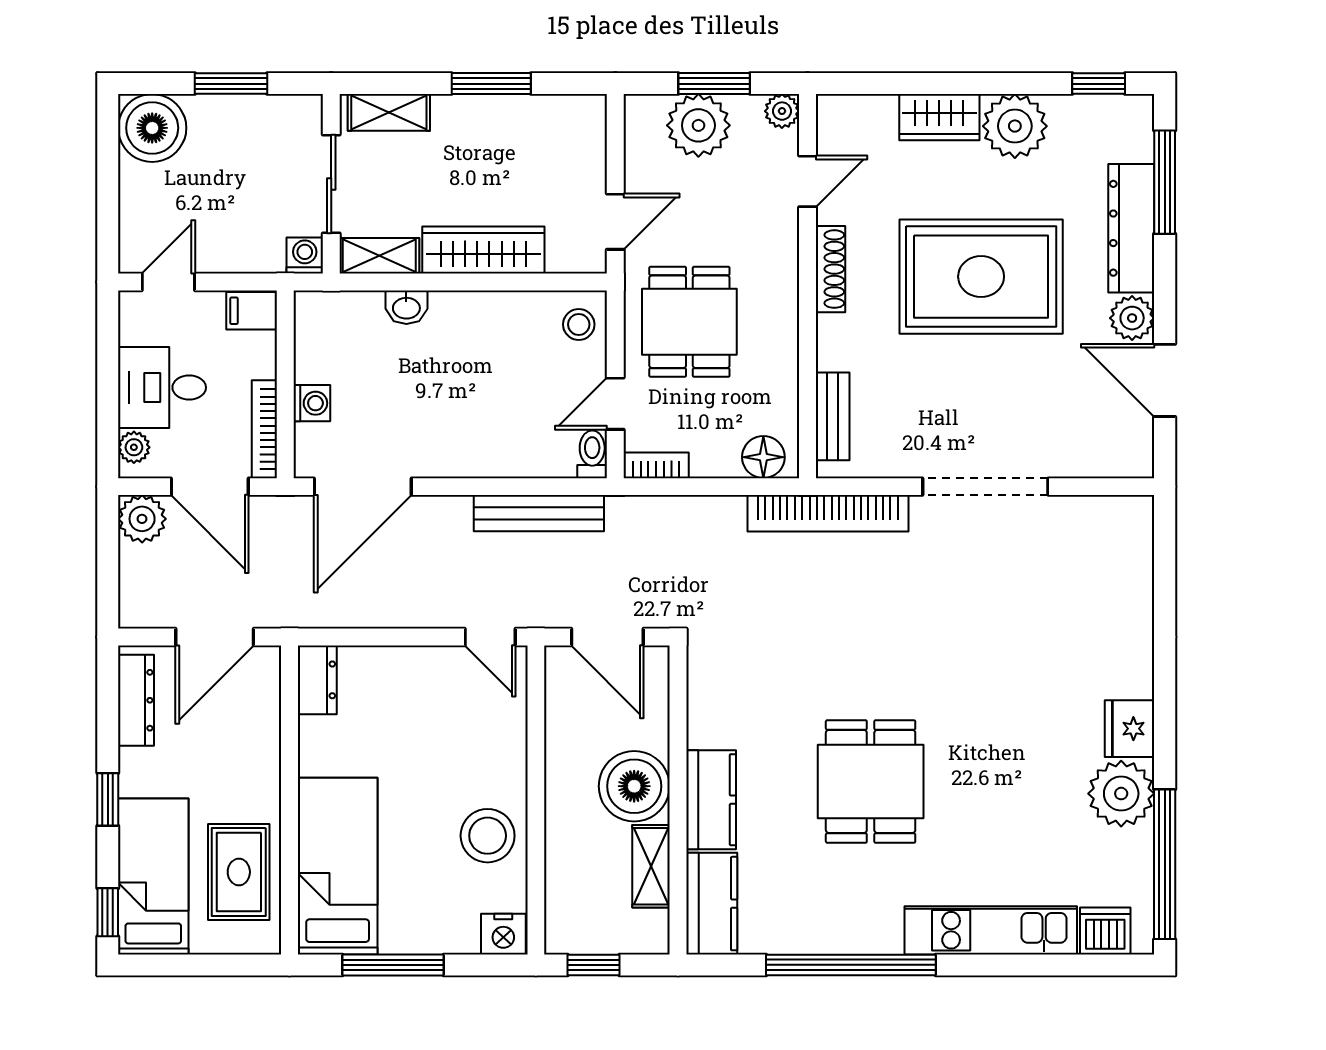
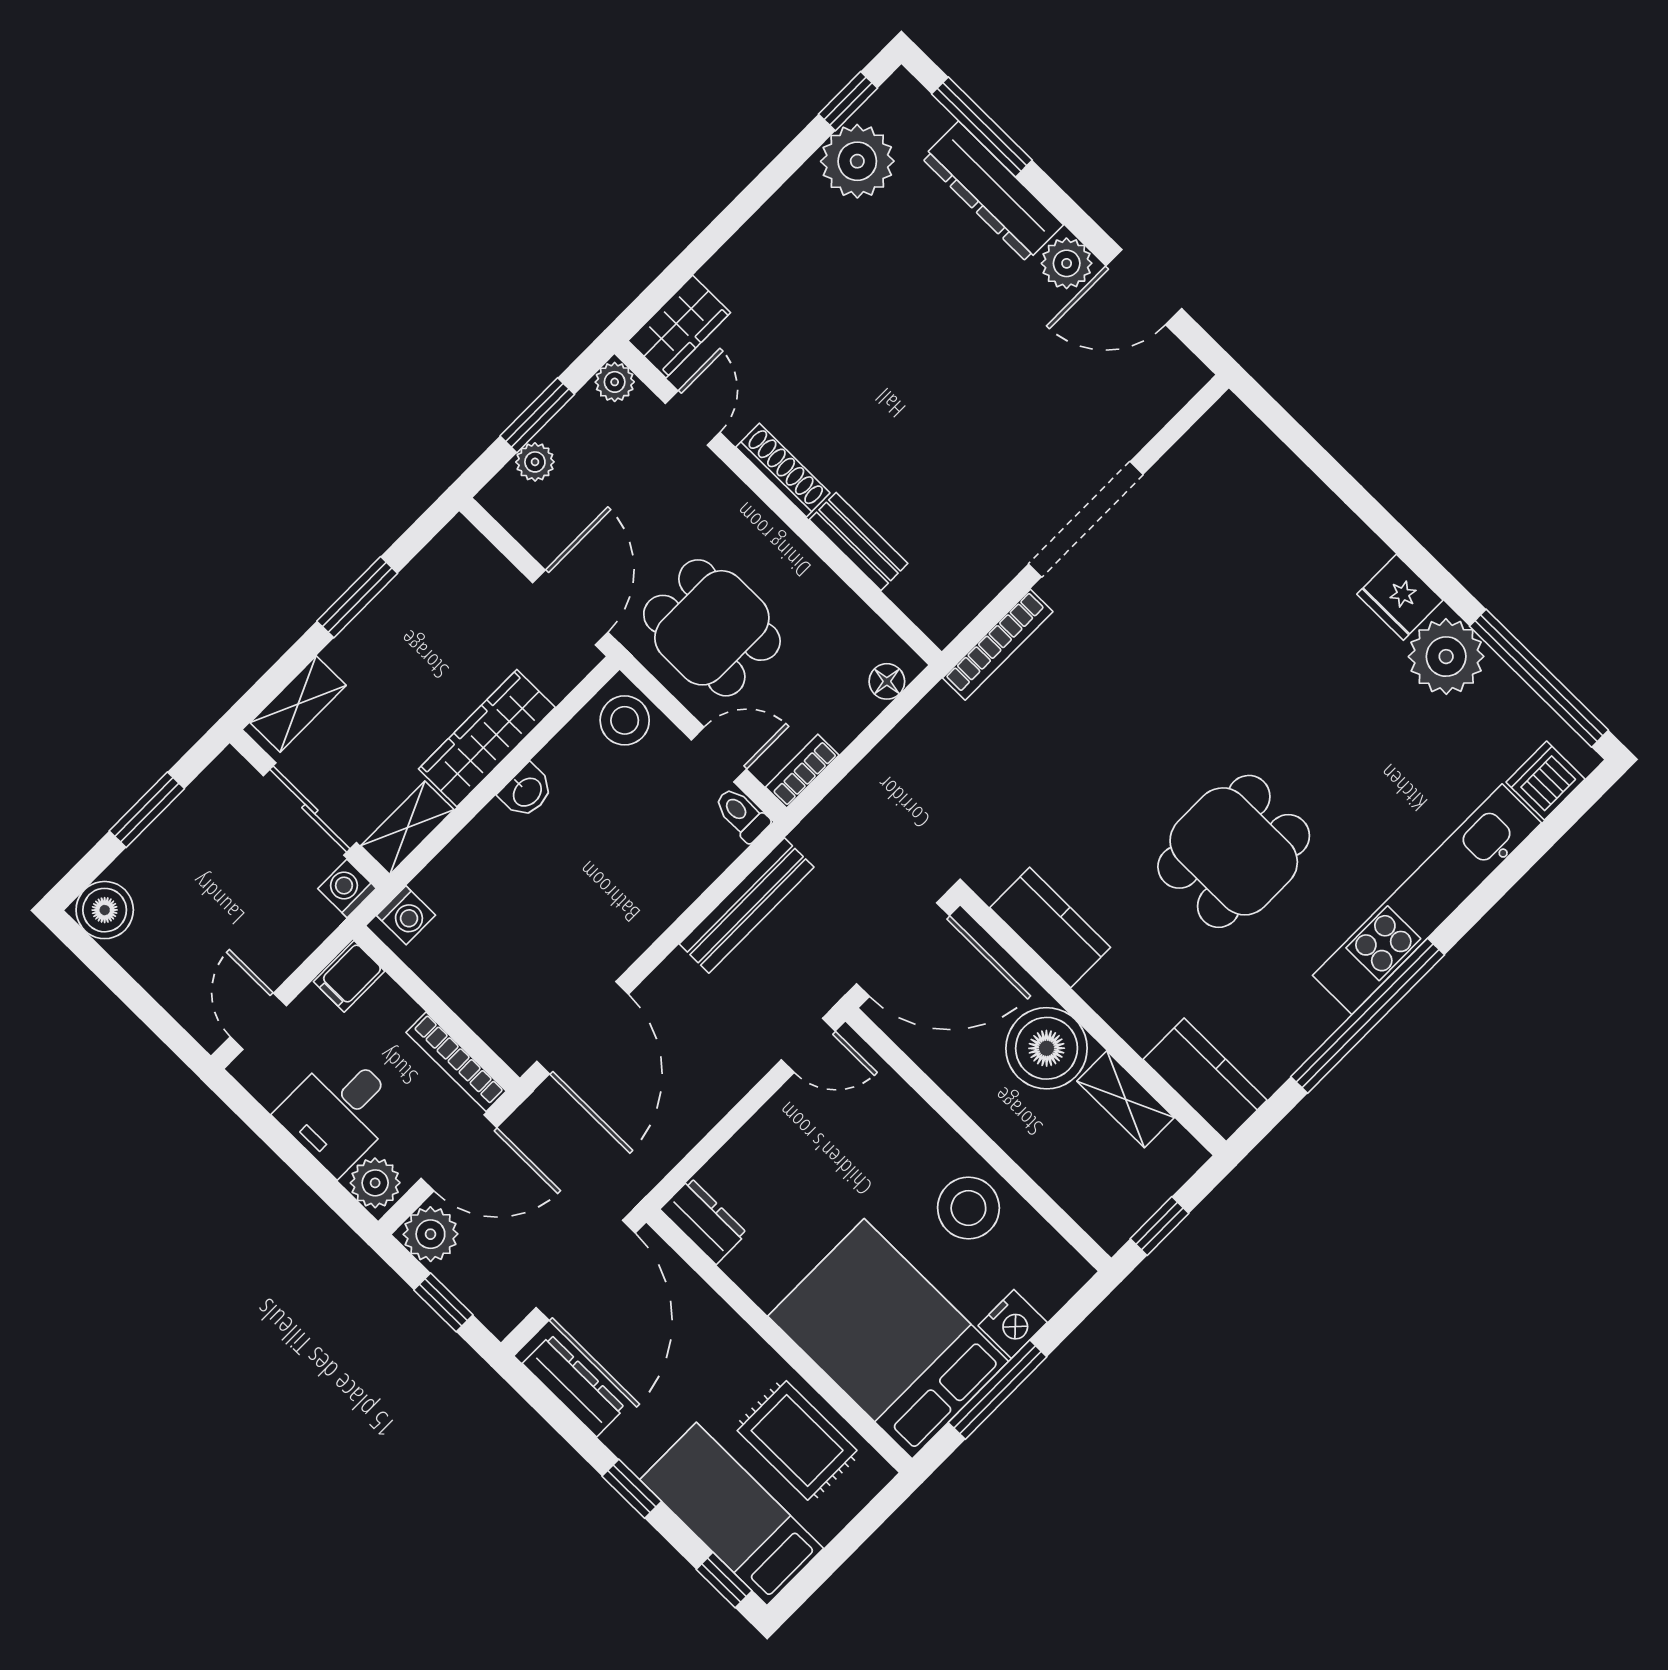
wardrobe: (939, 117) -> (679, 327), moved
plant: (698, 125) -> (535, 462), width x0.53, depth x0.53
plant: (1015, 126) -> (857, 161), moved
boiler: (152, 128) -> (105, 910), width x0.73, depth x0.73
door: (615, 222) -> (570, 608), width x1.38
rug: (981, 277) -> (911, 353), removed
washbasin: (406, 307) -> (527, 791), moved
stool: (579, 324) -> (625, 720), width x1.37, depth x1.37
washing machine: (312, 403) -> (406, 915), moved, turned 90
door: (615, 404) -> (719, 755), swing flipped
bench: (833, 416) -> (858, 542), moved
plant: (134, 447) -> (375, 1183), width x1.38, depth x1.38
floor lamp: (763, 457) -> (887, 681), width x0.73, depth x0.73
bookcase: (828, 513) -> (998, 645), width x0.68, depth x0.76
window: (108, 569) -> (443, 1302), added
door: (215, 637) -> (586, 1270), width x1.36
door: (607, 637) -> (903, 950), width x1.36
dining table: (871, 781) -> (1234, 851), turned 90
kitchen counter: (711, 800) -> (1050, 927), moved
bed: (338, 866) -> (888, 1339), width x1.50
kitchen unit: (991, 930) -> (1427, 899), width x1.36
nightstand: (503, 934) -> (1013, 1324), moved

